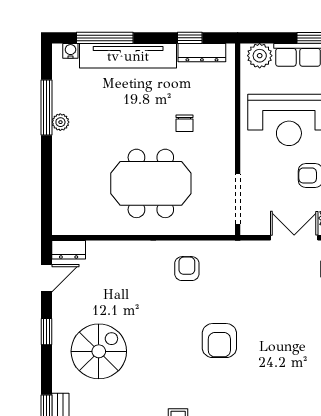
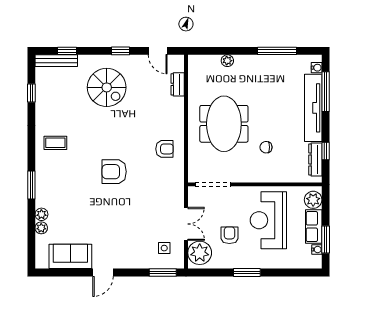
plant: (60, 122) -> (227, 61), moved
dresser: (69, 250) -> (178, 84), moved

